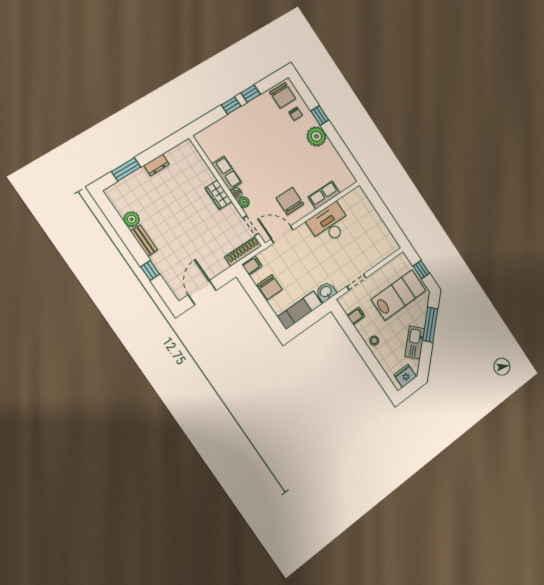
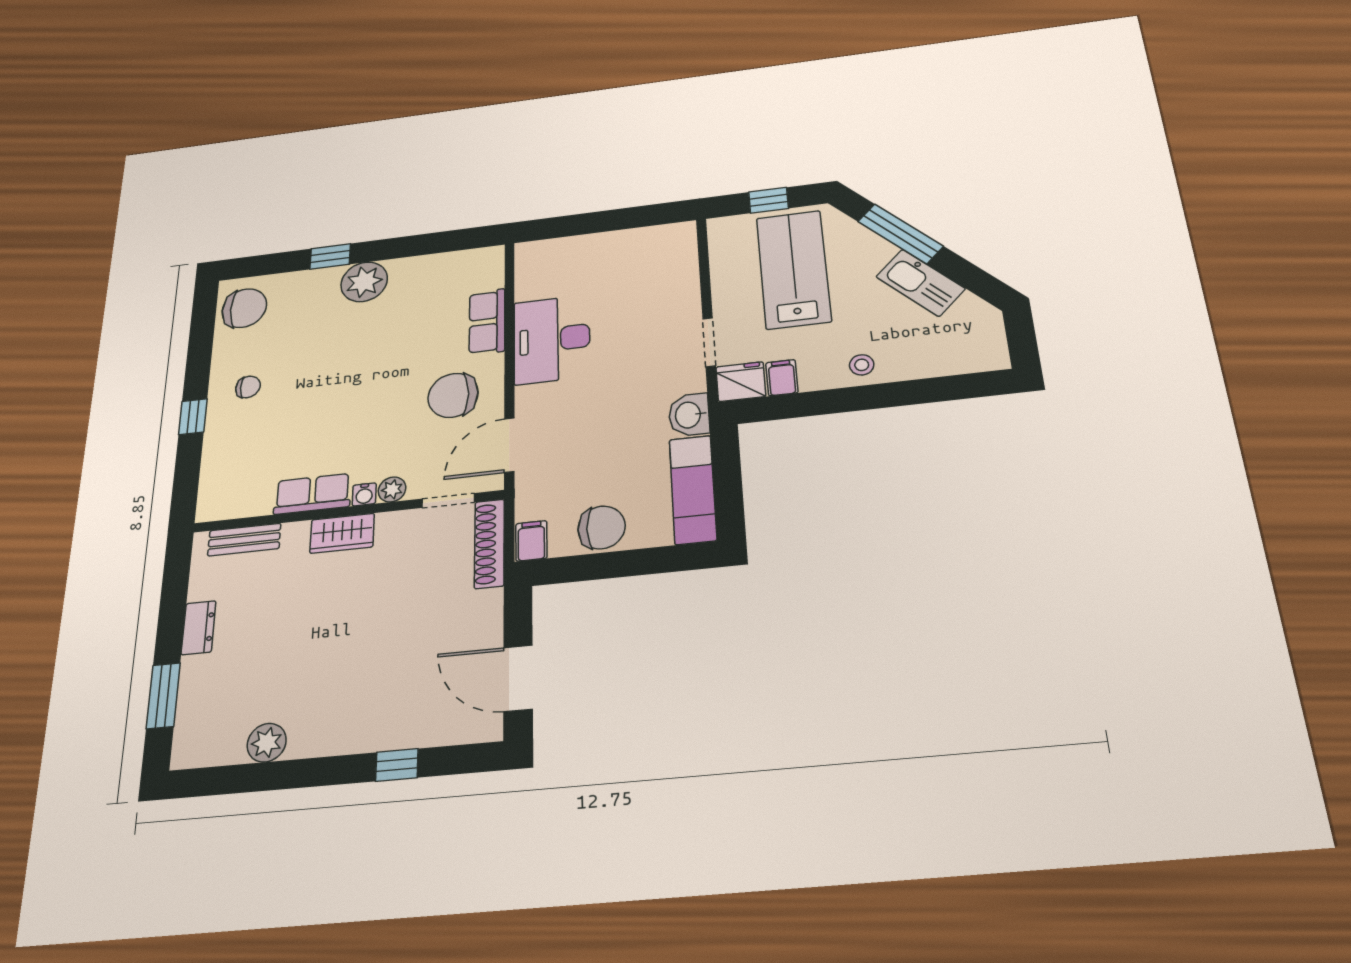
window: (251, 94) -> (198, 368), removed
chair: (296, 114) -> (248, 387), moved
bench: (144, 241) -> (244, 540), moved
fridge: (405, 376) -> (741, 382), moved, turned 90

